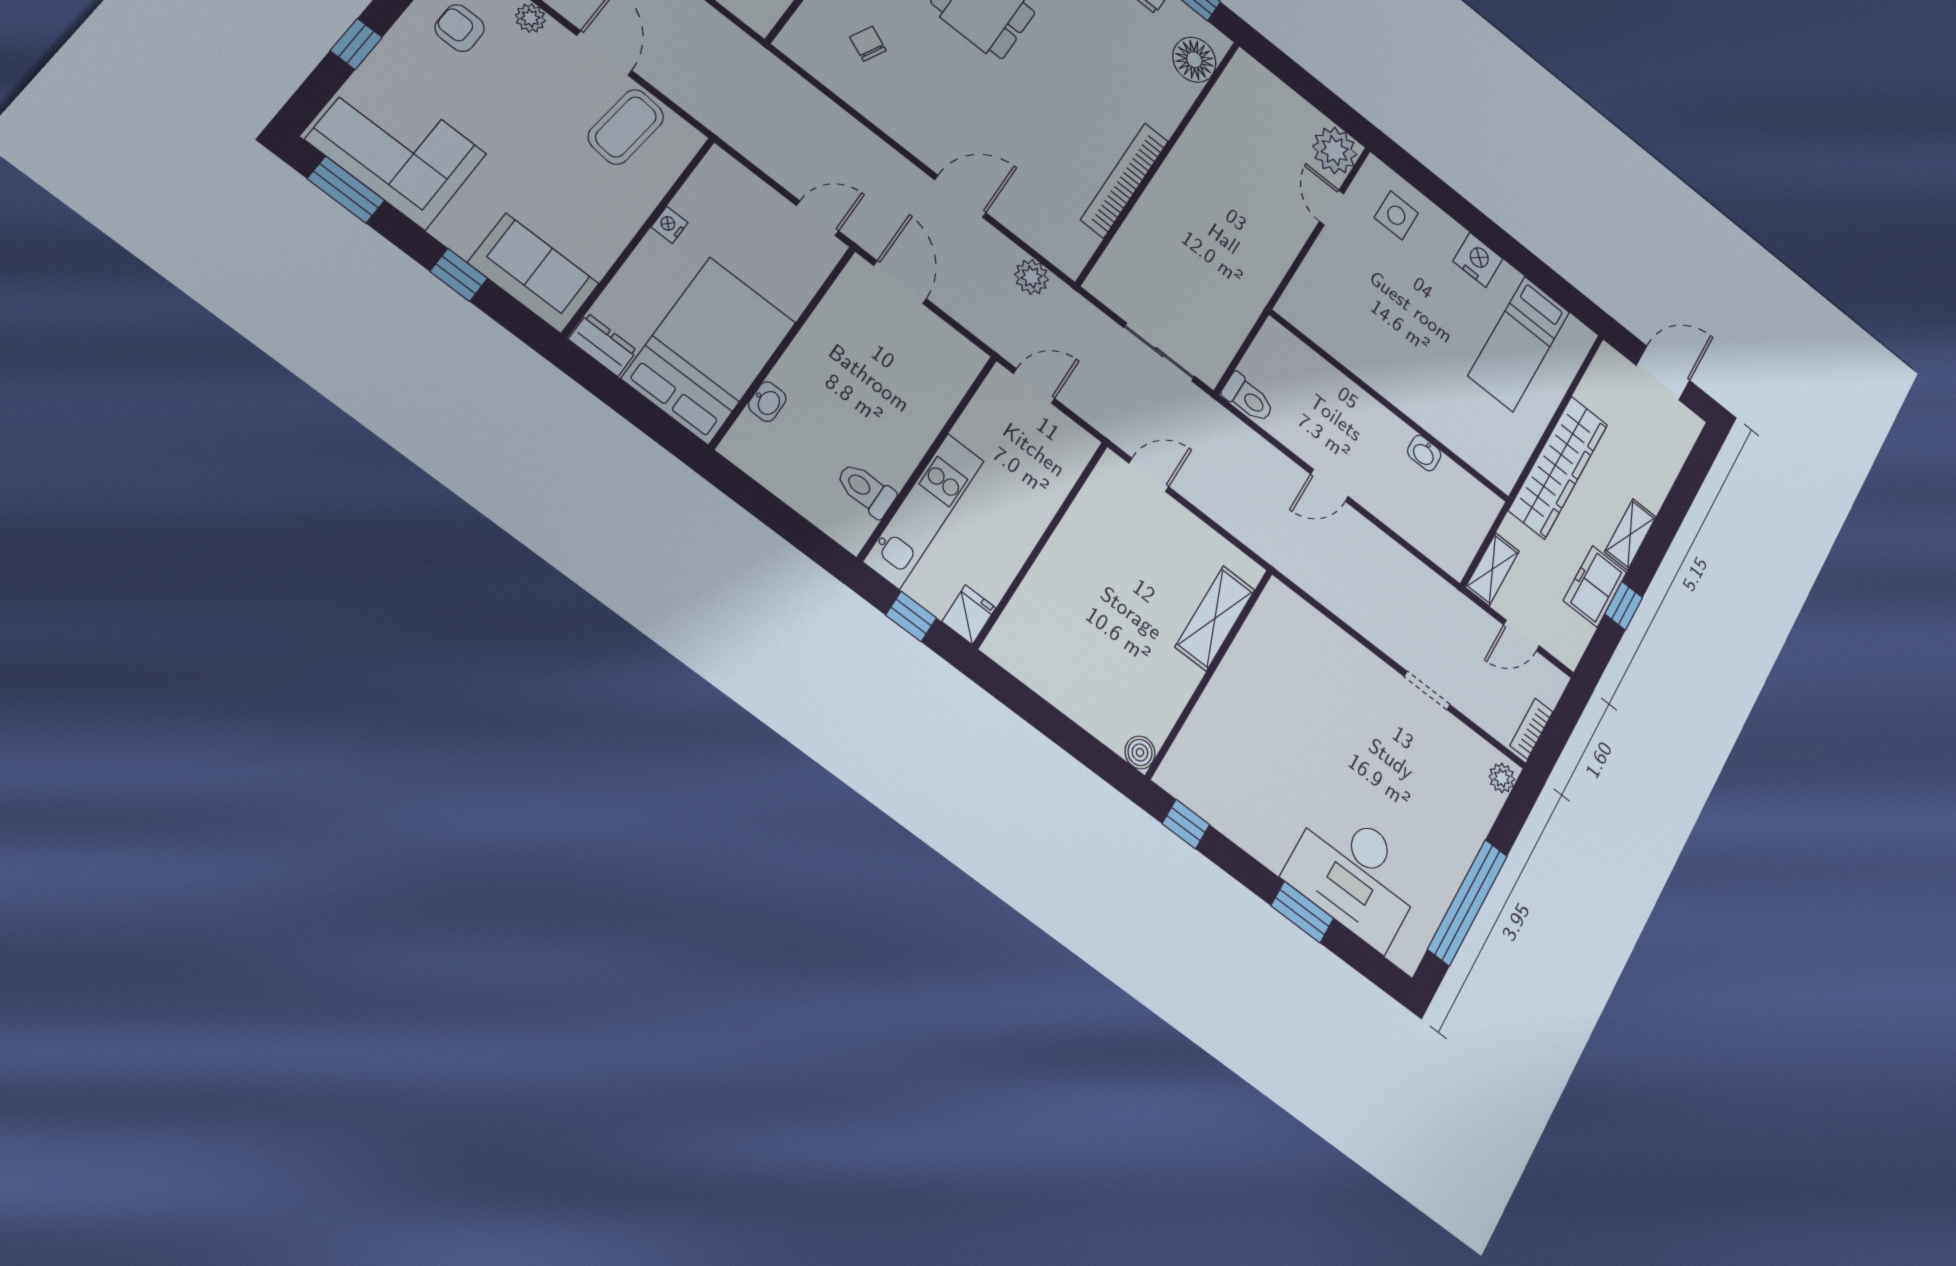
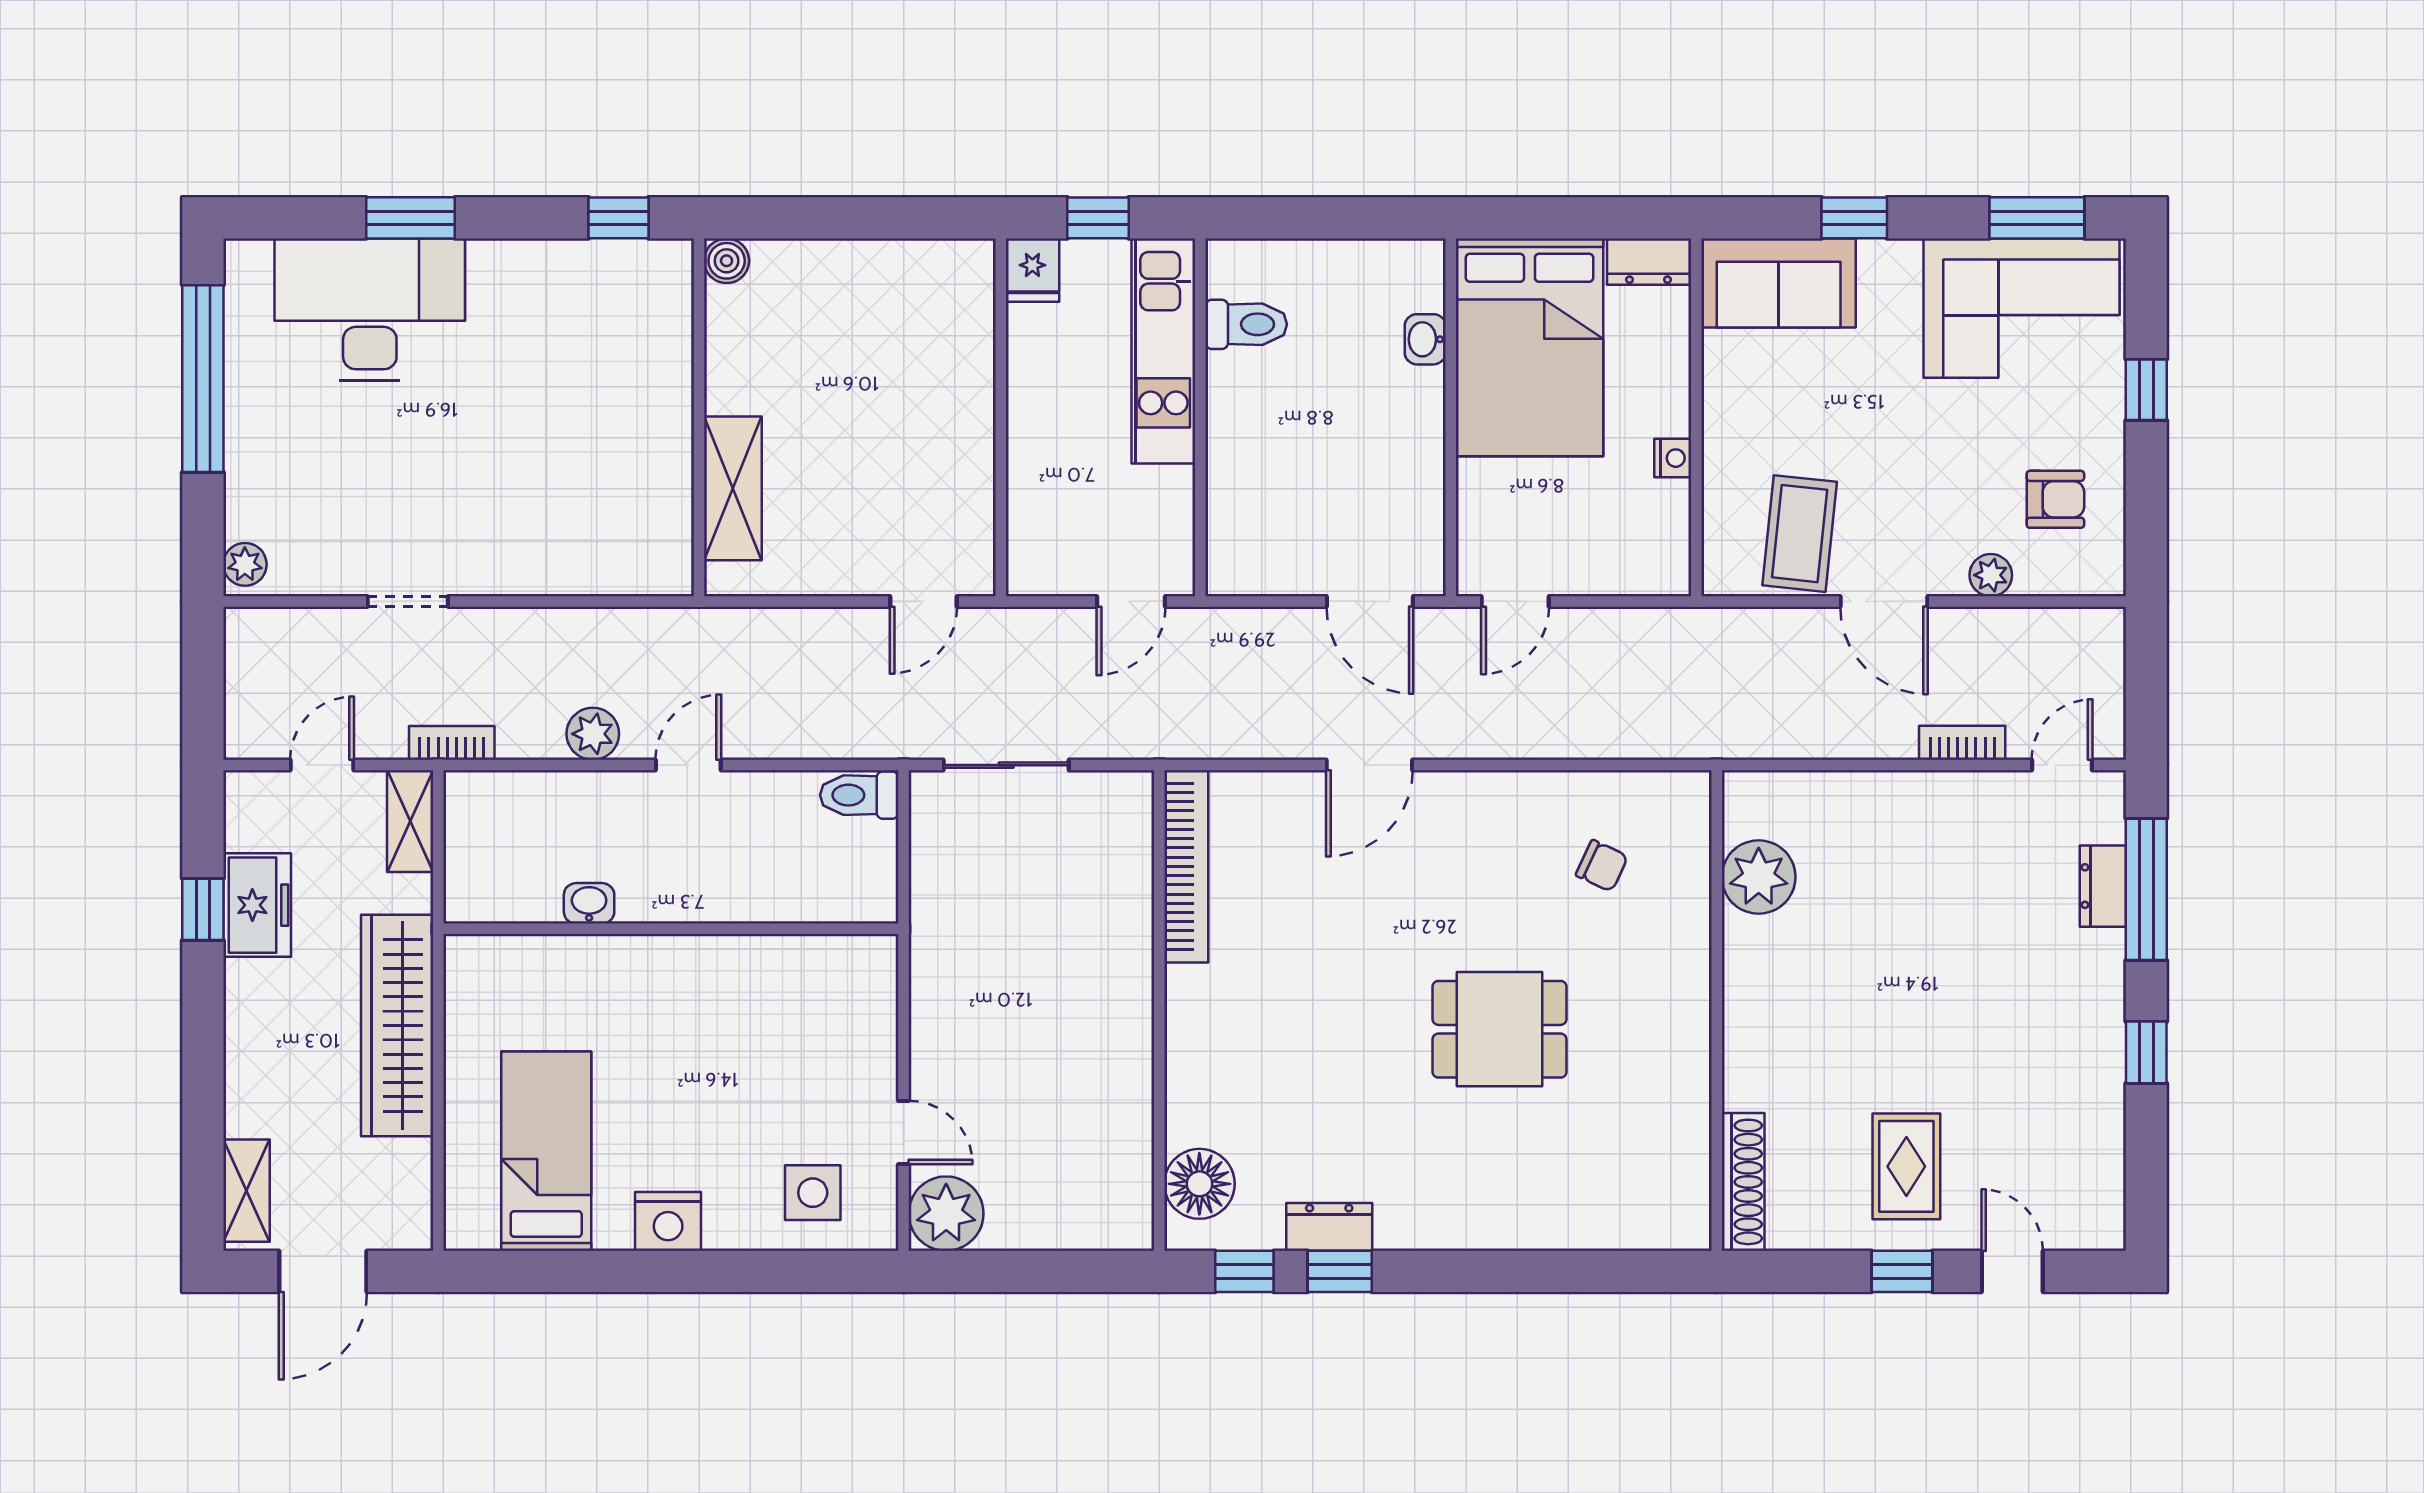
bookcase: (1125, 180) -> (1186, 866), moved
plant: (1032, 277) -> (593, 734), moved
shelving: (1630, 534) -> (246, 1191), moved
bookcase: (1531, 729) -> (452, 743), moved, turned -90

